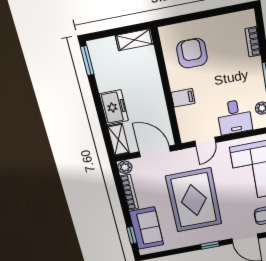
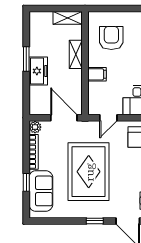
window: (87, 61) -> (26, 59), moved
shelving: (118, 140) -> (76, 54), moved
window: (132, 235) -> (26, 182), moved

